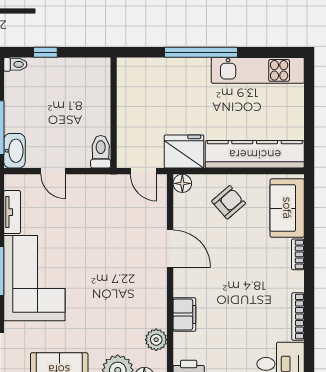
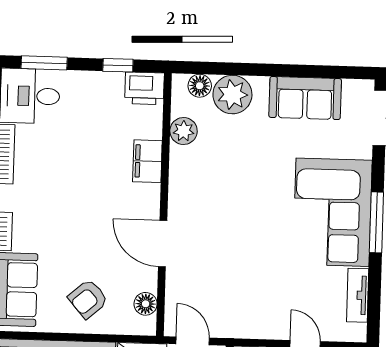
floor lamp: (182, 183) -> (146, 304), moved

